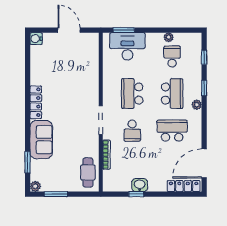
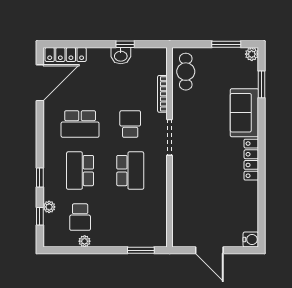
desk: (127, 46) -> (136, 230), removed
plant: (197, 105) -> (49, 207), moved

